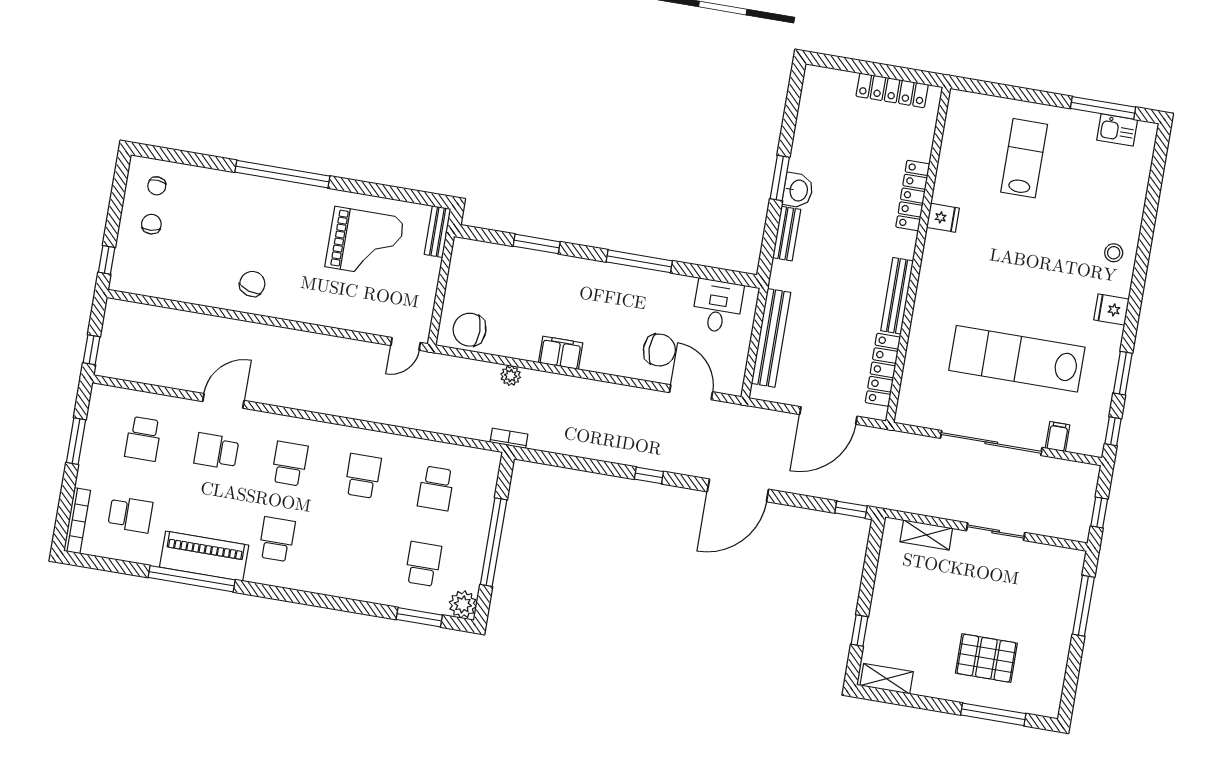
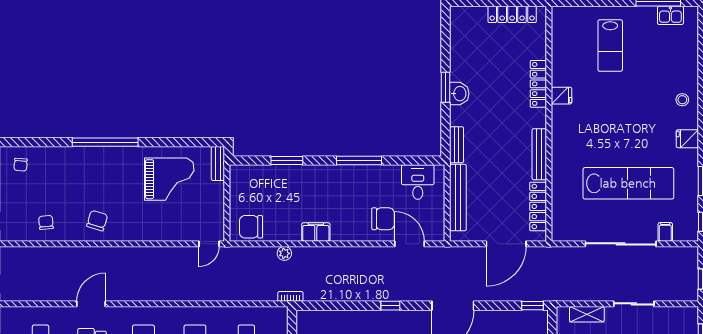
lab bench: (1024, 158) -> (610, 45), turned 180
chair: (151, 224) -> (46, 222), moved
bench: (787, 234) -> (457, 145), moved
lab bench: (1017, 359) -> (628, 183), turned 180

